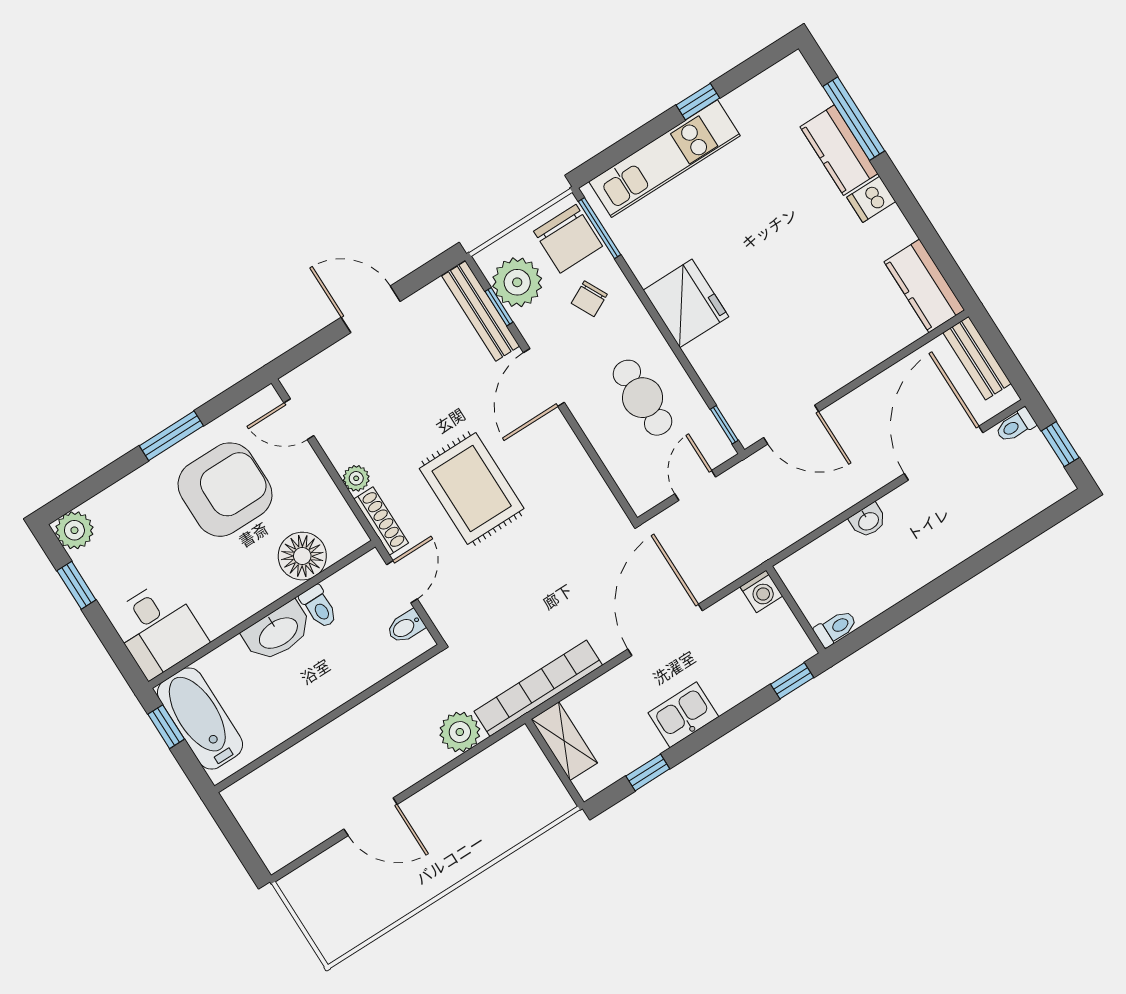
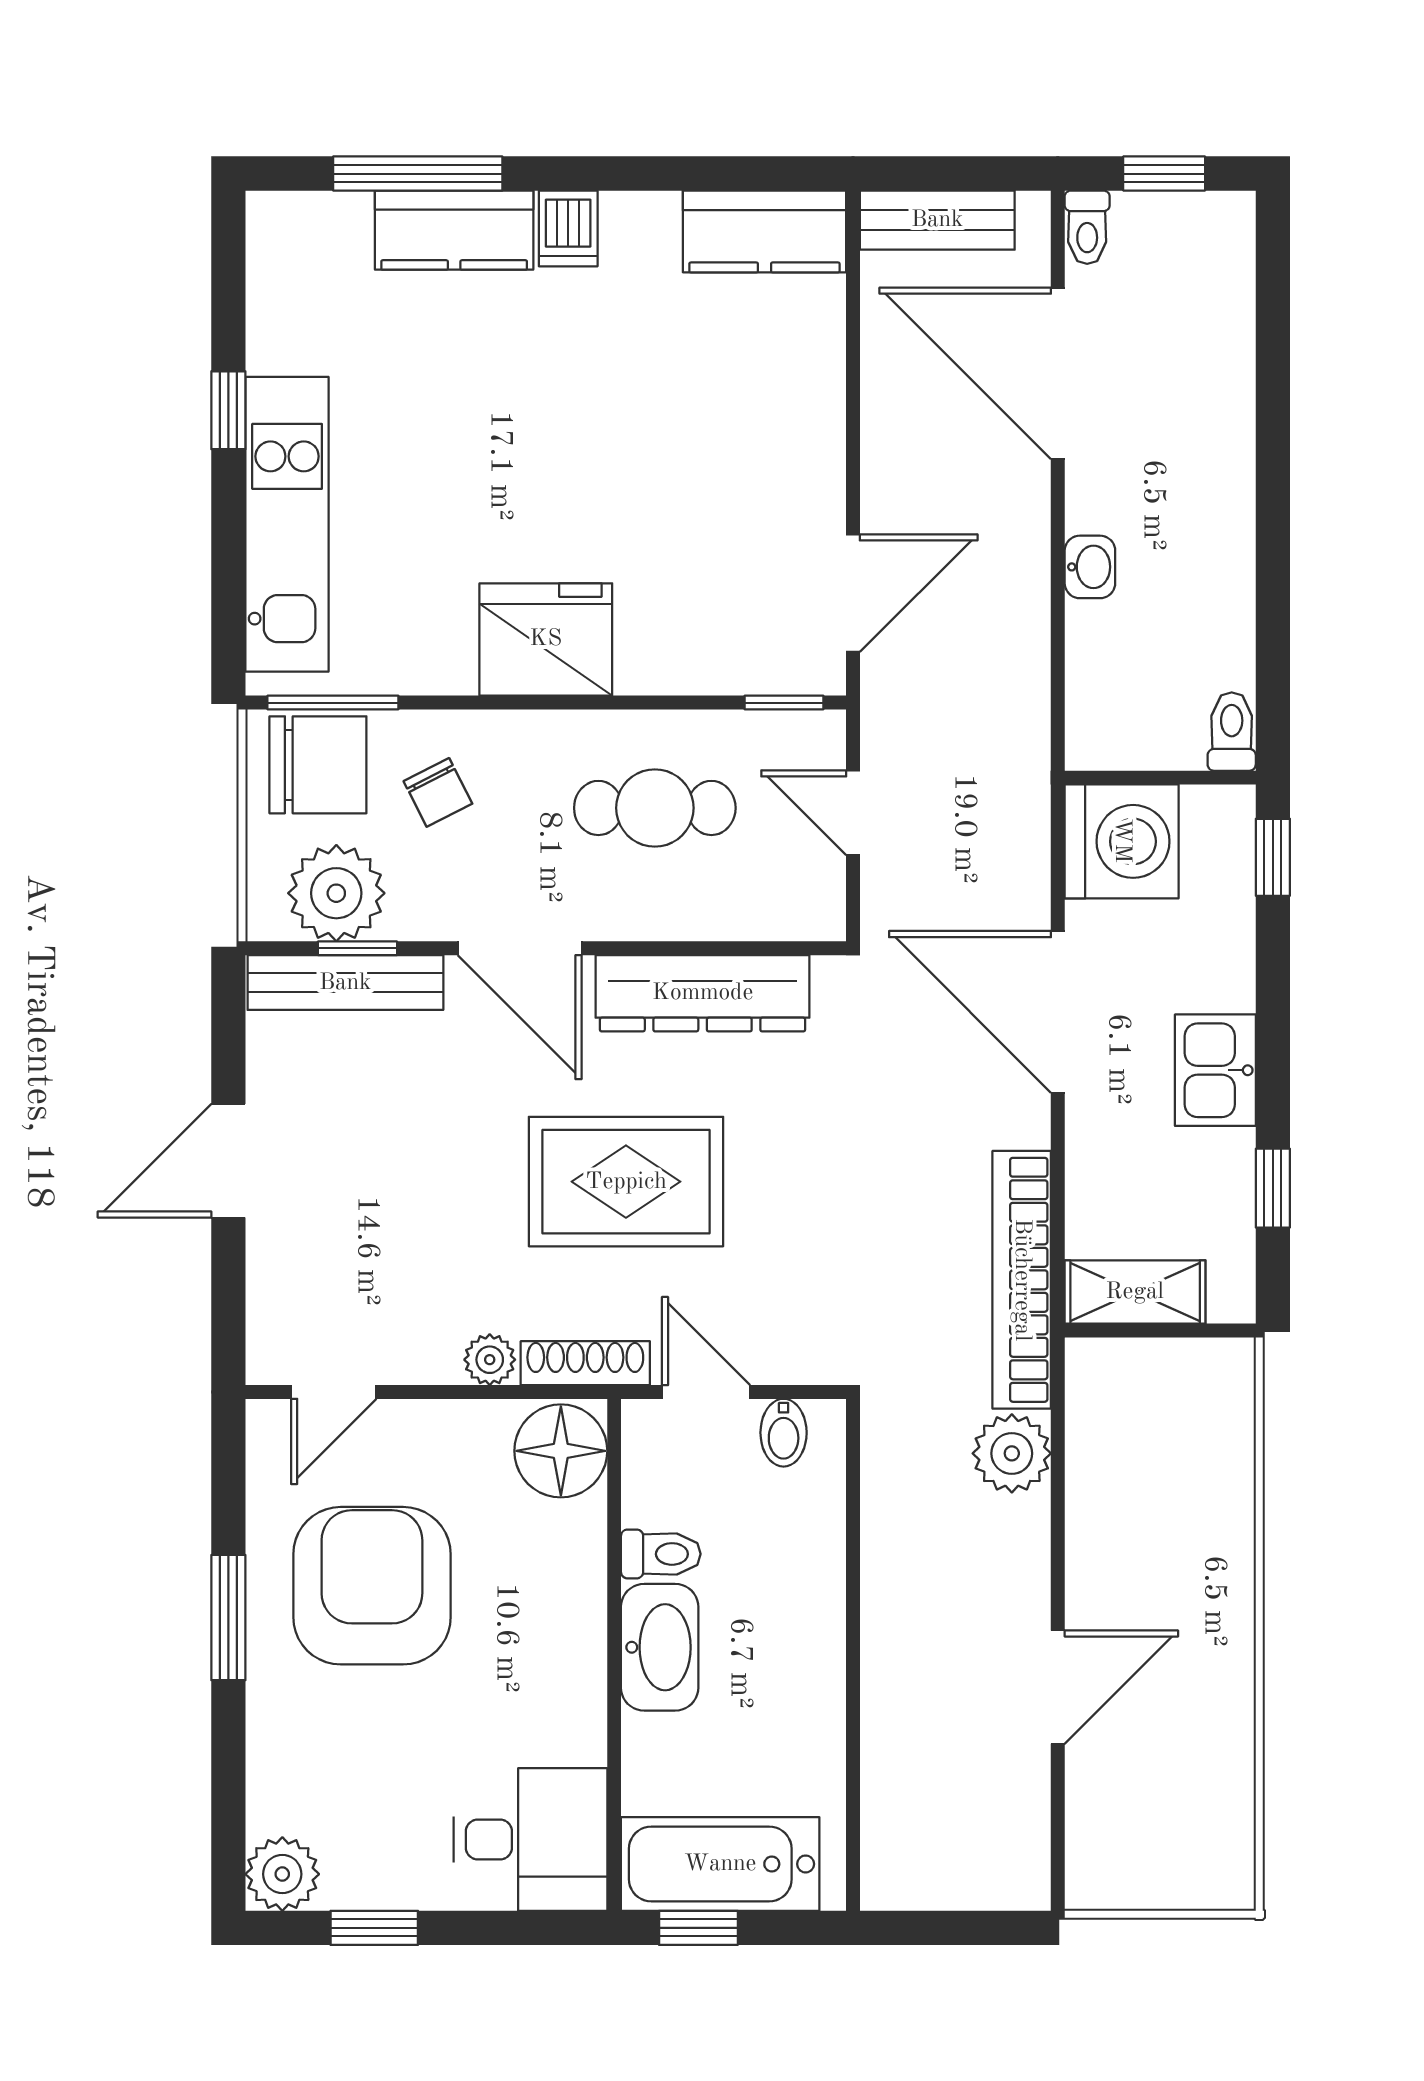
dresser: (575, 470) -> (703, 993), added
floor lamp: (302, 556) -> (561, 1451), moved
washing machine: (761, 591) -> (1122, 841), width x1.89, depth x1.89

